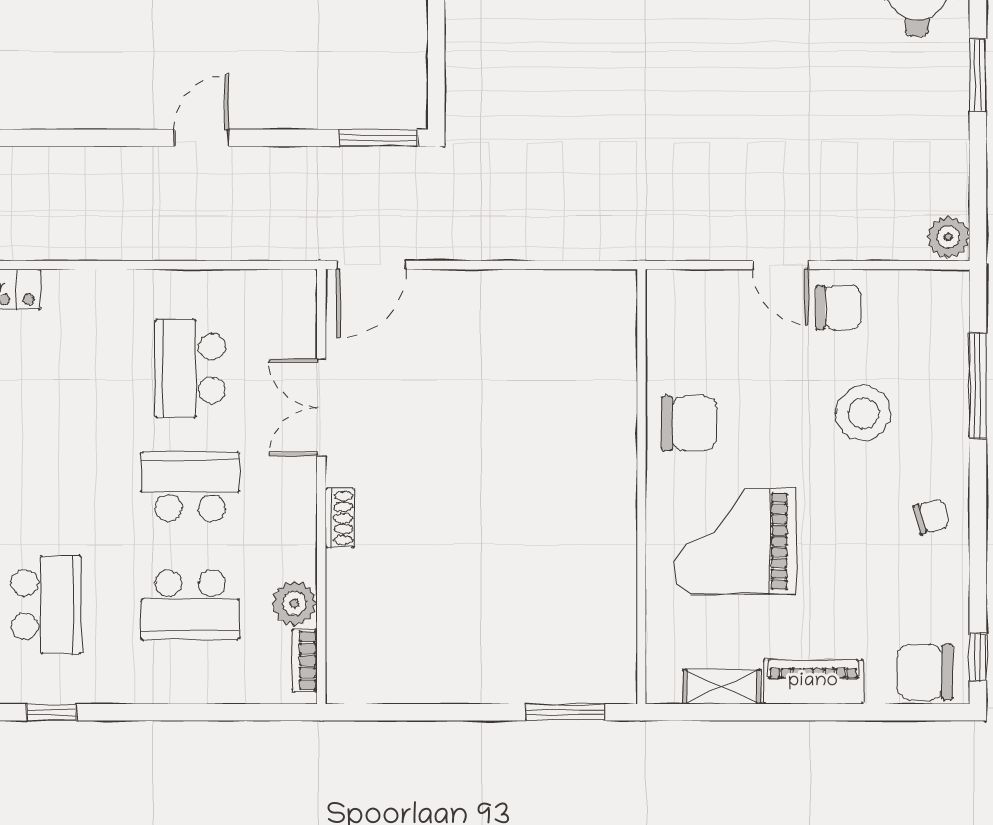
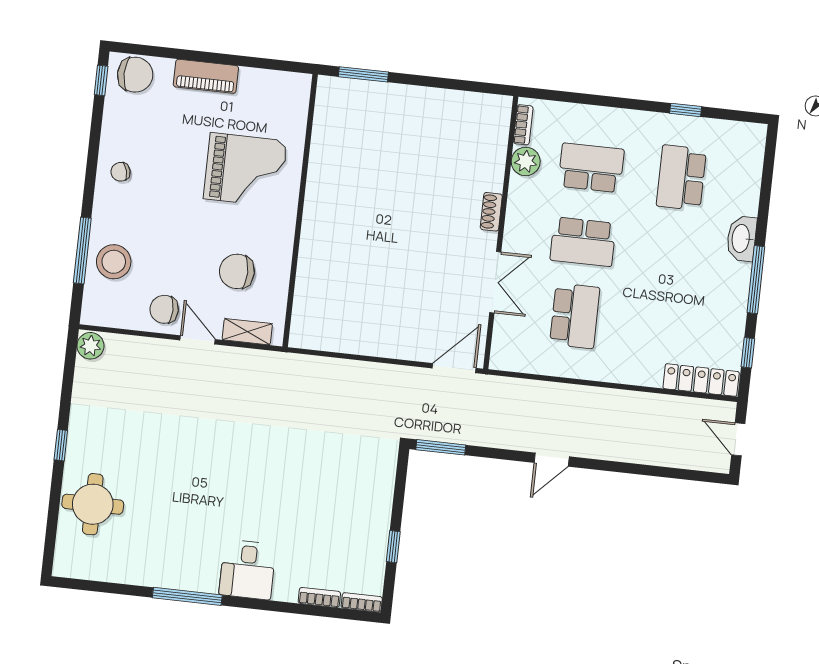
window: (978, 75) -> (61, 445), width x0.67
stool: (863, 413) -> (114, 262), moved
chair: (689, 423) -> (237, 271), moved
shelving: (722, 687) -> (247, 332), moved

